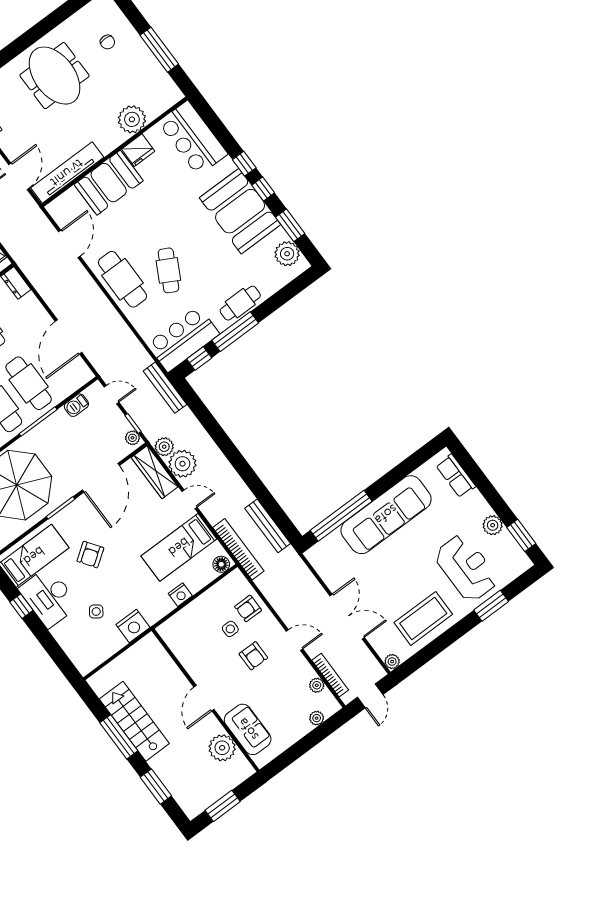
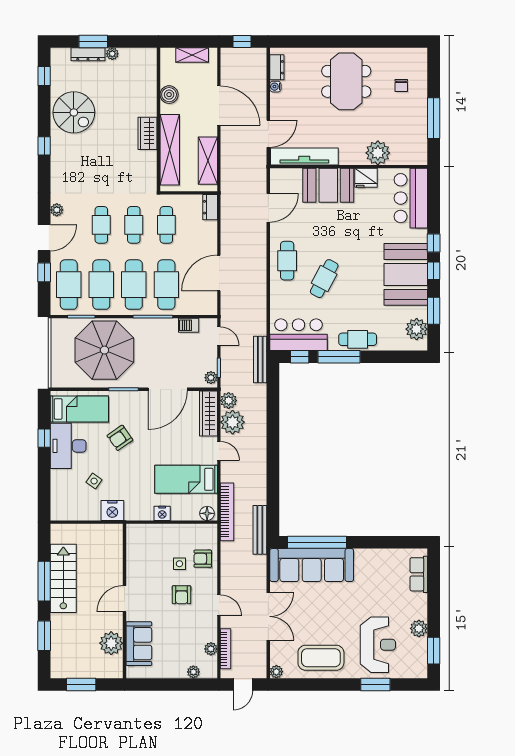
cafe table: (122, 279) -> (287, 261), width x0.73, depth x0.74
sofa: (386, 515) -> (312, 565), moved
bench: (268, 526) -> (260, 530), moved

